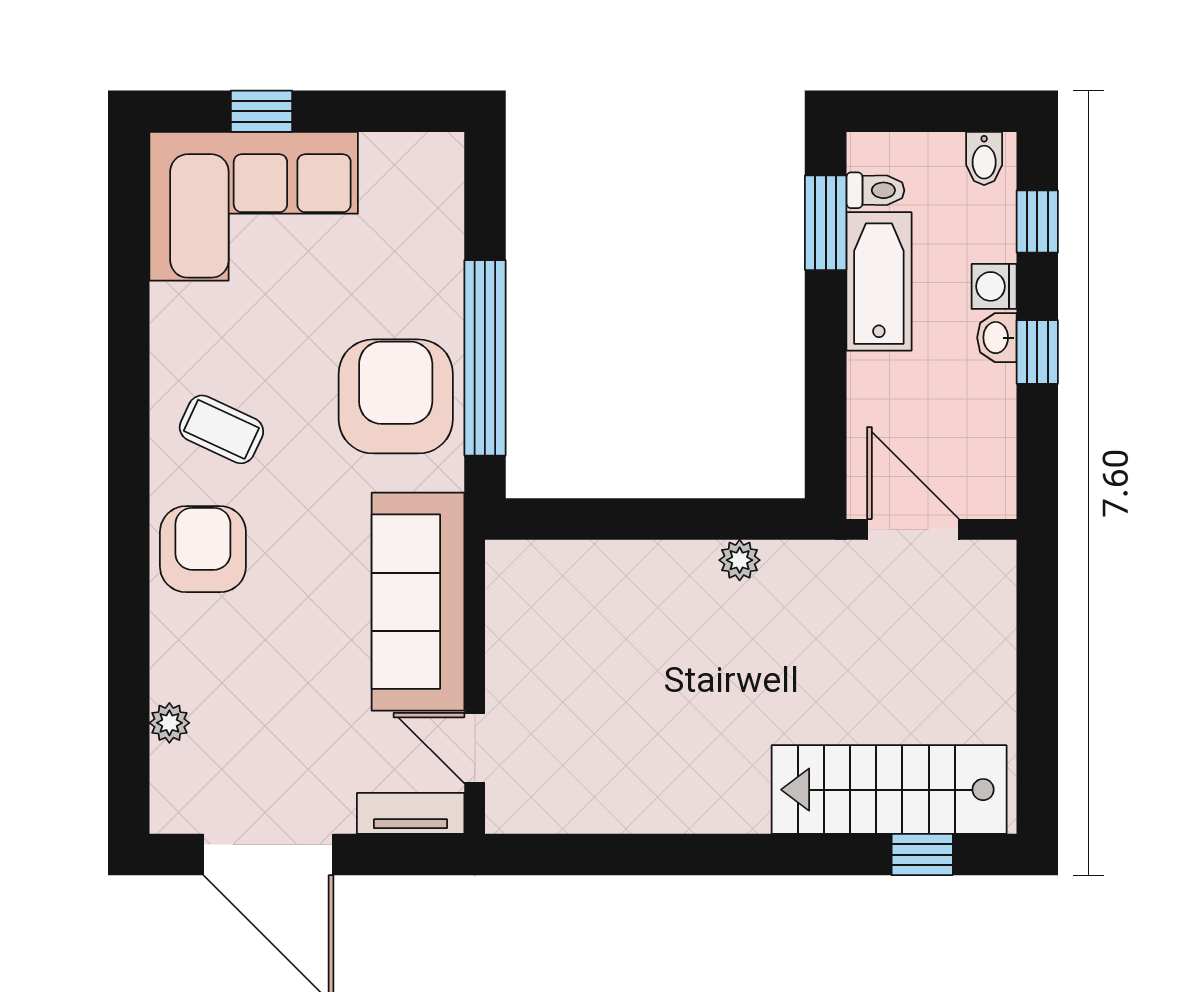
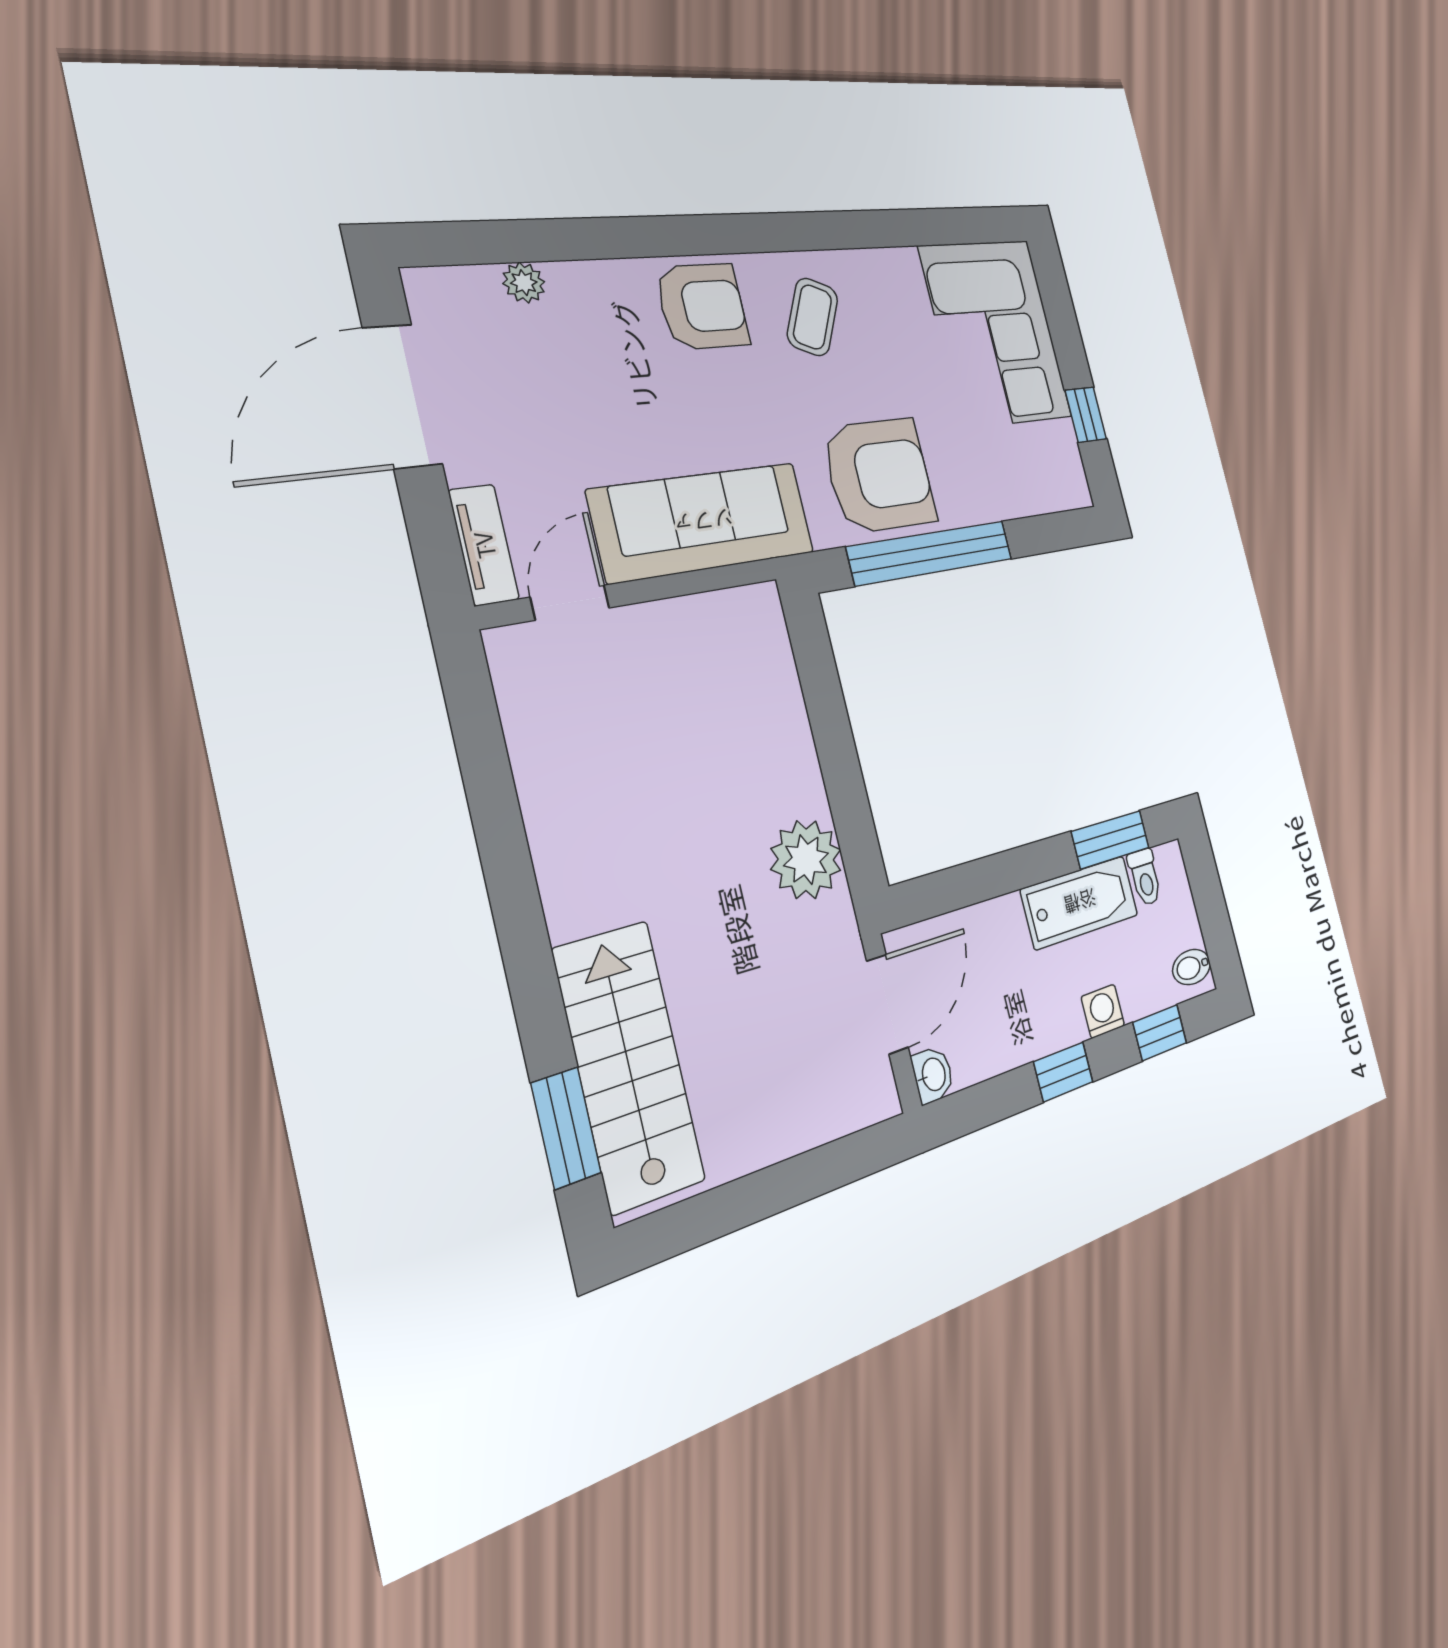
window: (262, 111) -> (1086, 415), moved
washbasin: (997, 338) -> (933, 1075), moved, turned 90
plant: (740, 560) -> (806, 860), width x1.87, depth x1.87
window: (922, 855) -> (566, 1128), width x1.50

